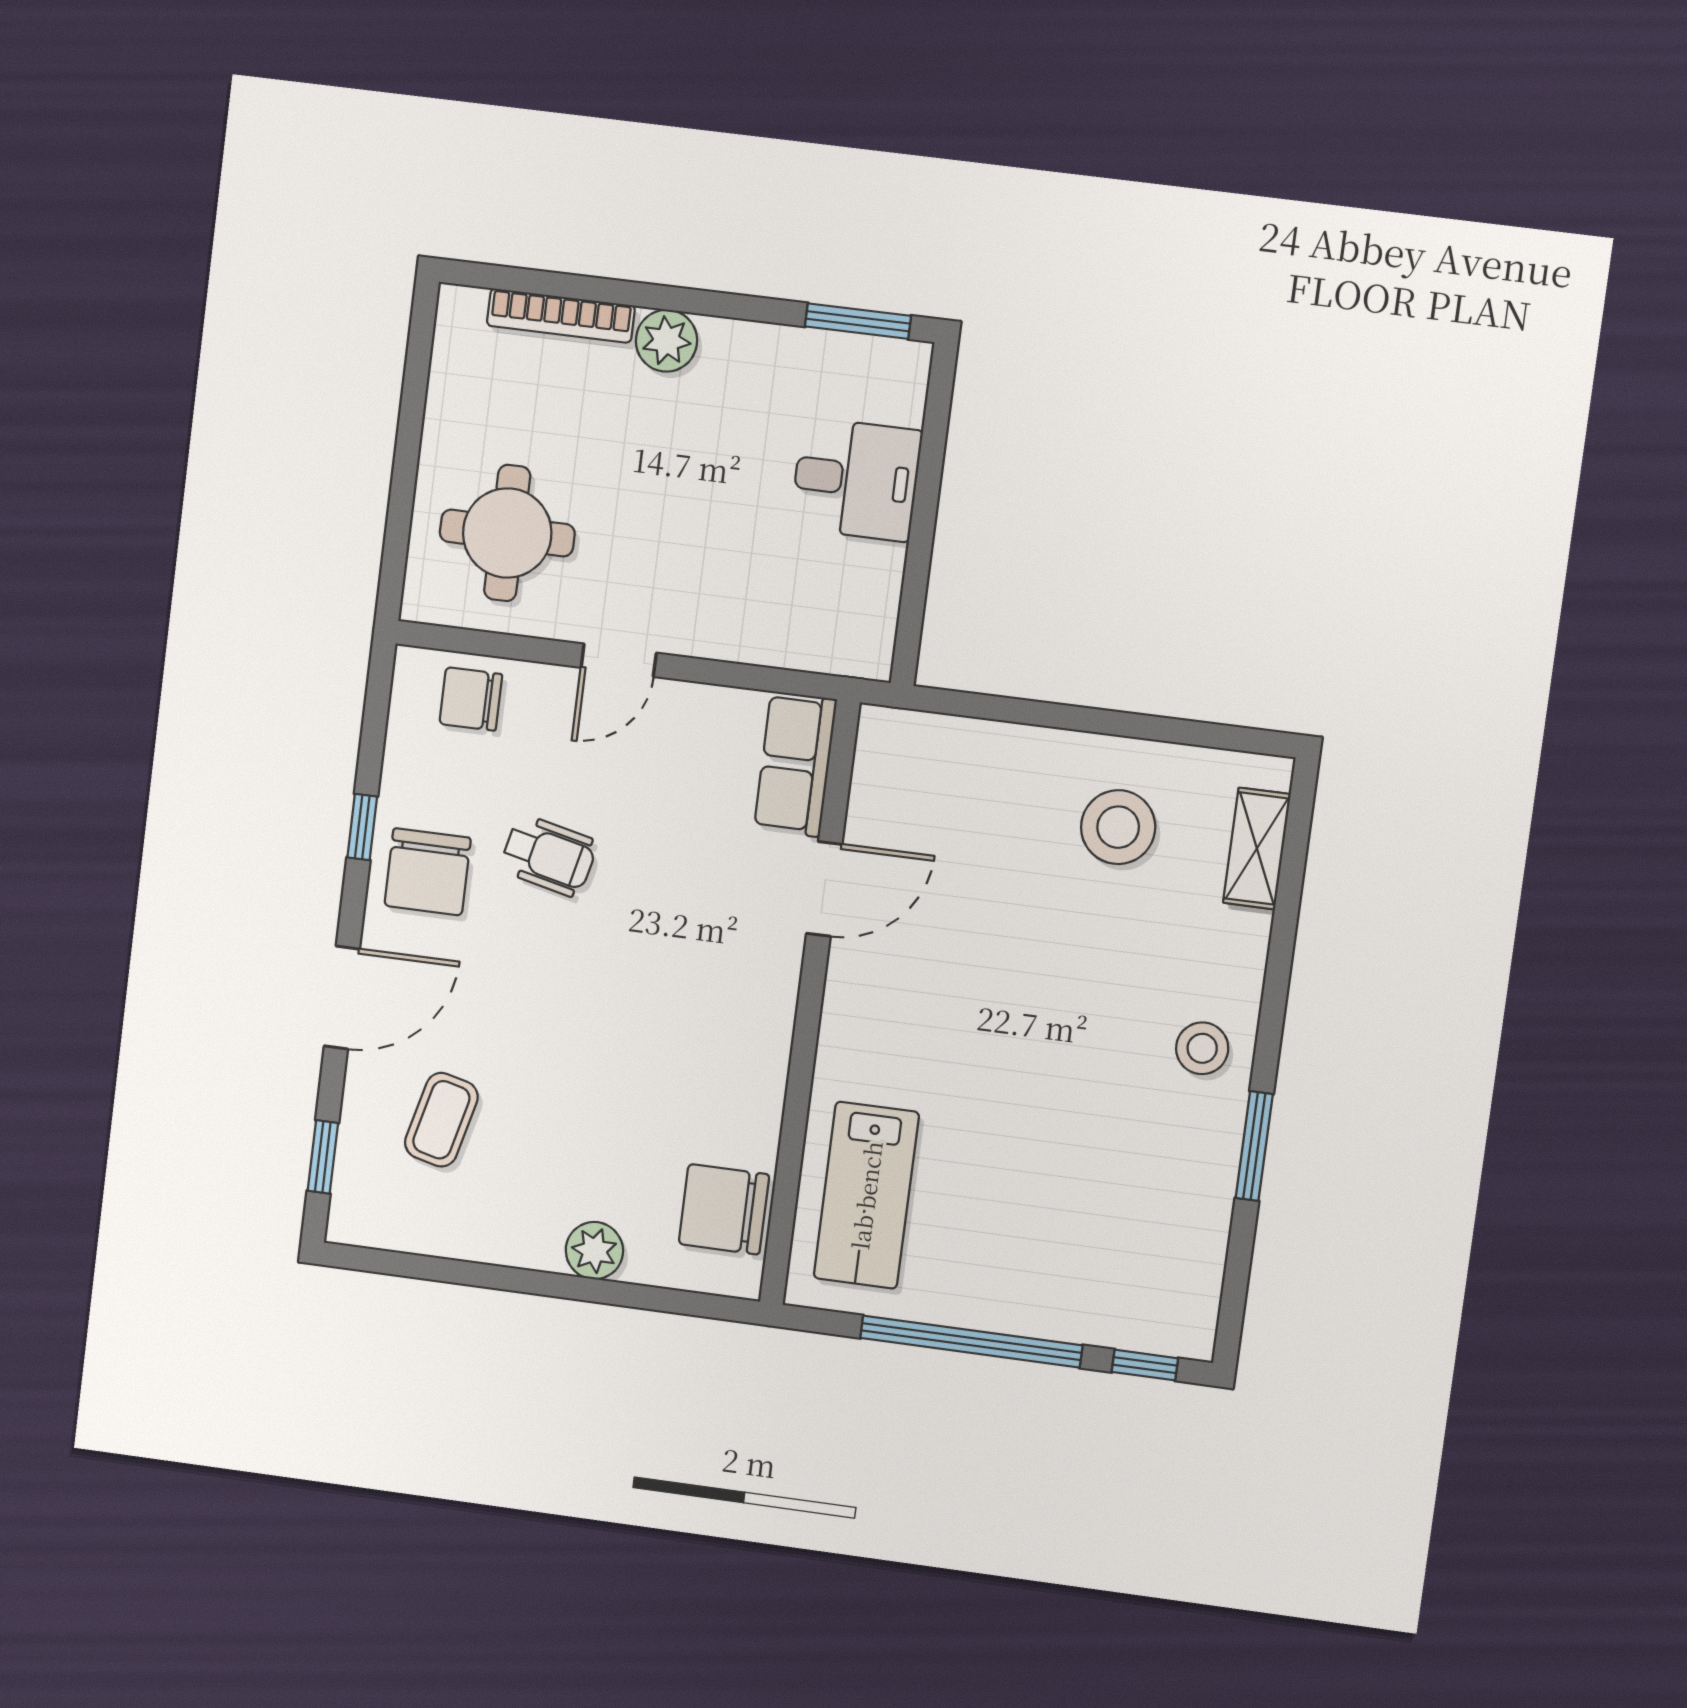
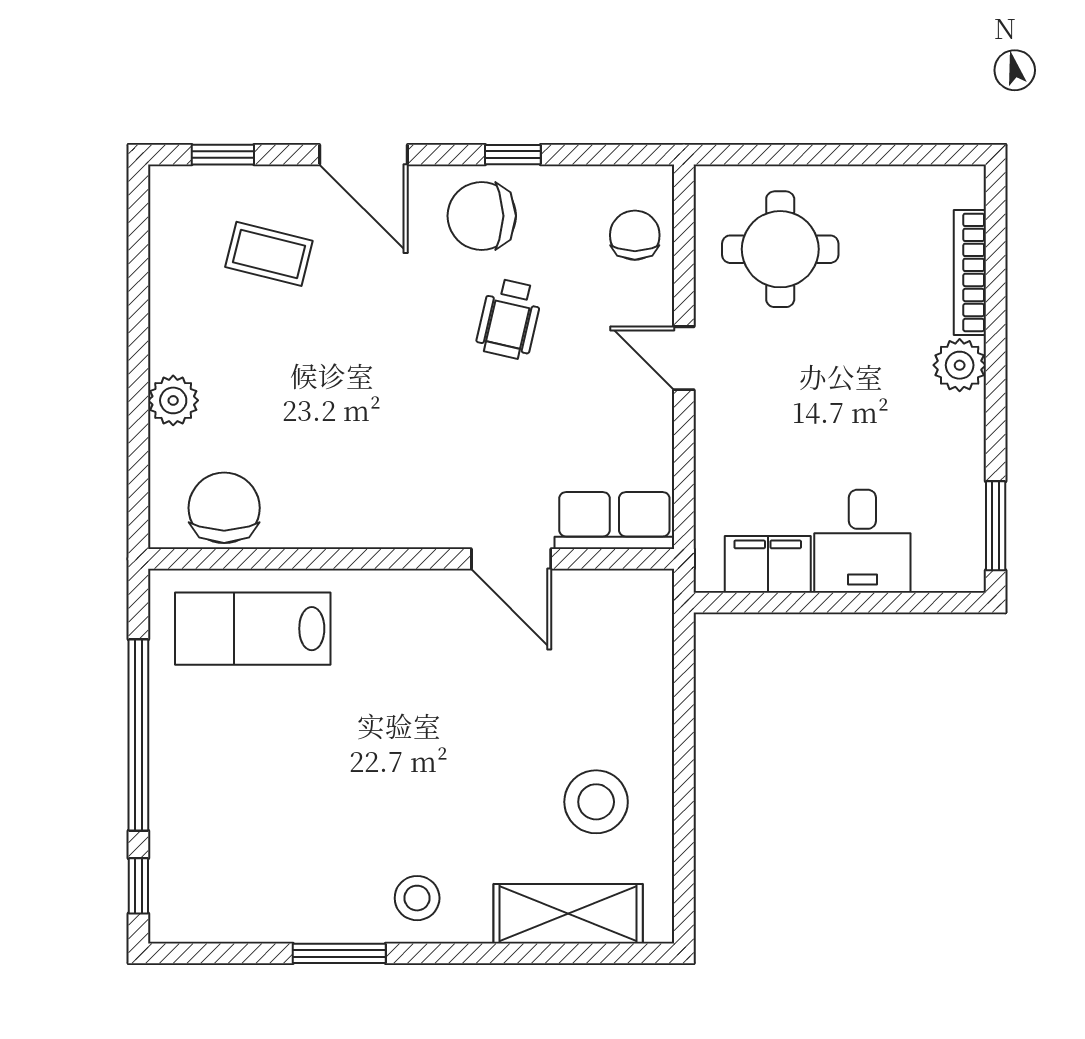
filing cabinet: (869, 593) -> (768, 564), added
shelving: (1257, 848) -> (568, 914), width x1.50, depth x1.33

